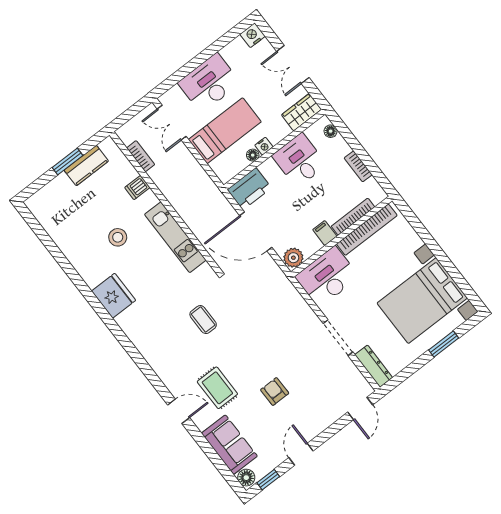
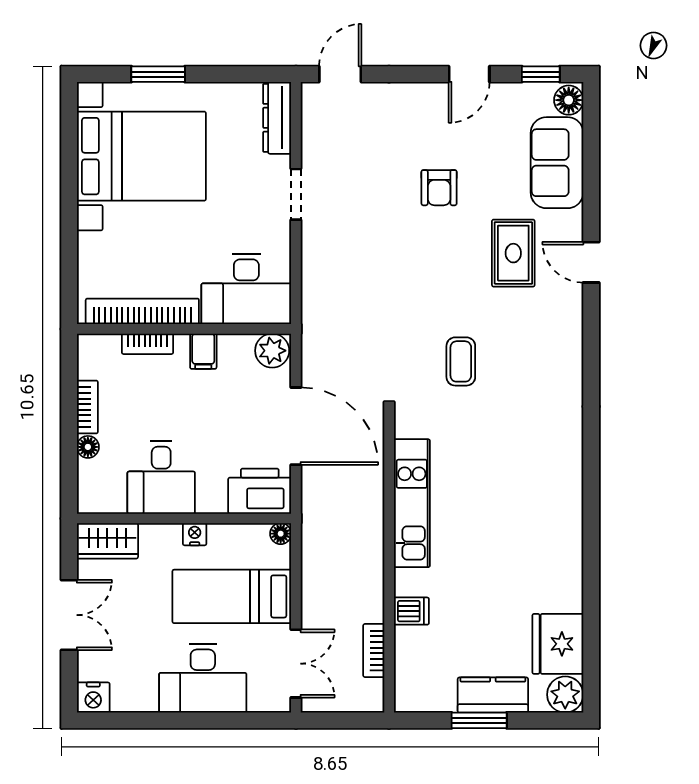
floor lamp: (331, 131) -> (88, 447), moved
floor lamp: (253, 155) -> (281, 534), moved
kitchen counter: (86, 166) -> (493, 695), moved
plant: (37, 204) -> (565, 695), added
bookcase: (353, 217) -> (147, 344), width x0.64
stool: (118, 237) -> (491, 564), removed
fridge: (114, 296) -> (558, 644), moved
doorway: (338, 338) -> (296, 194), width x0.73

